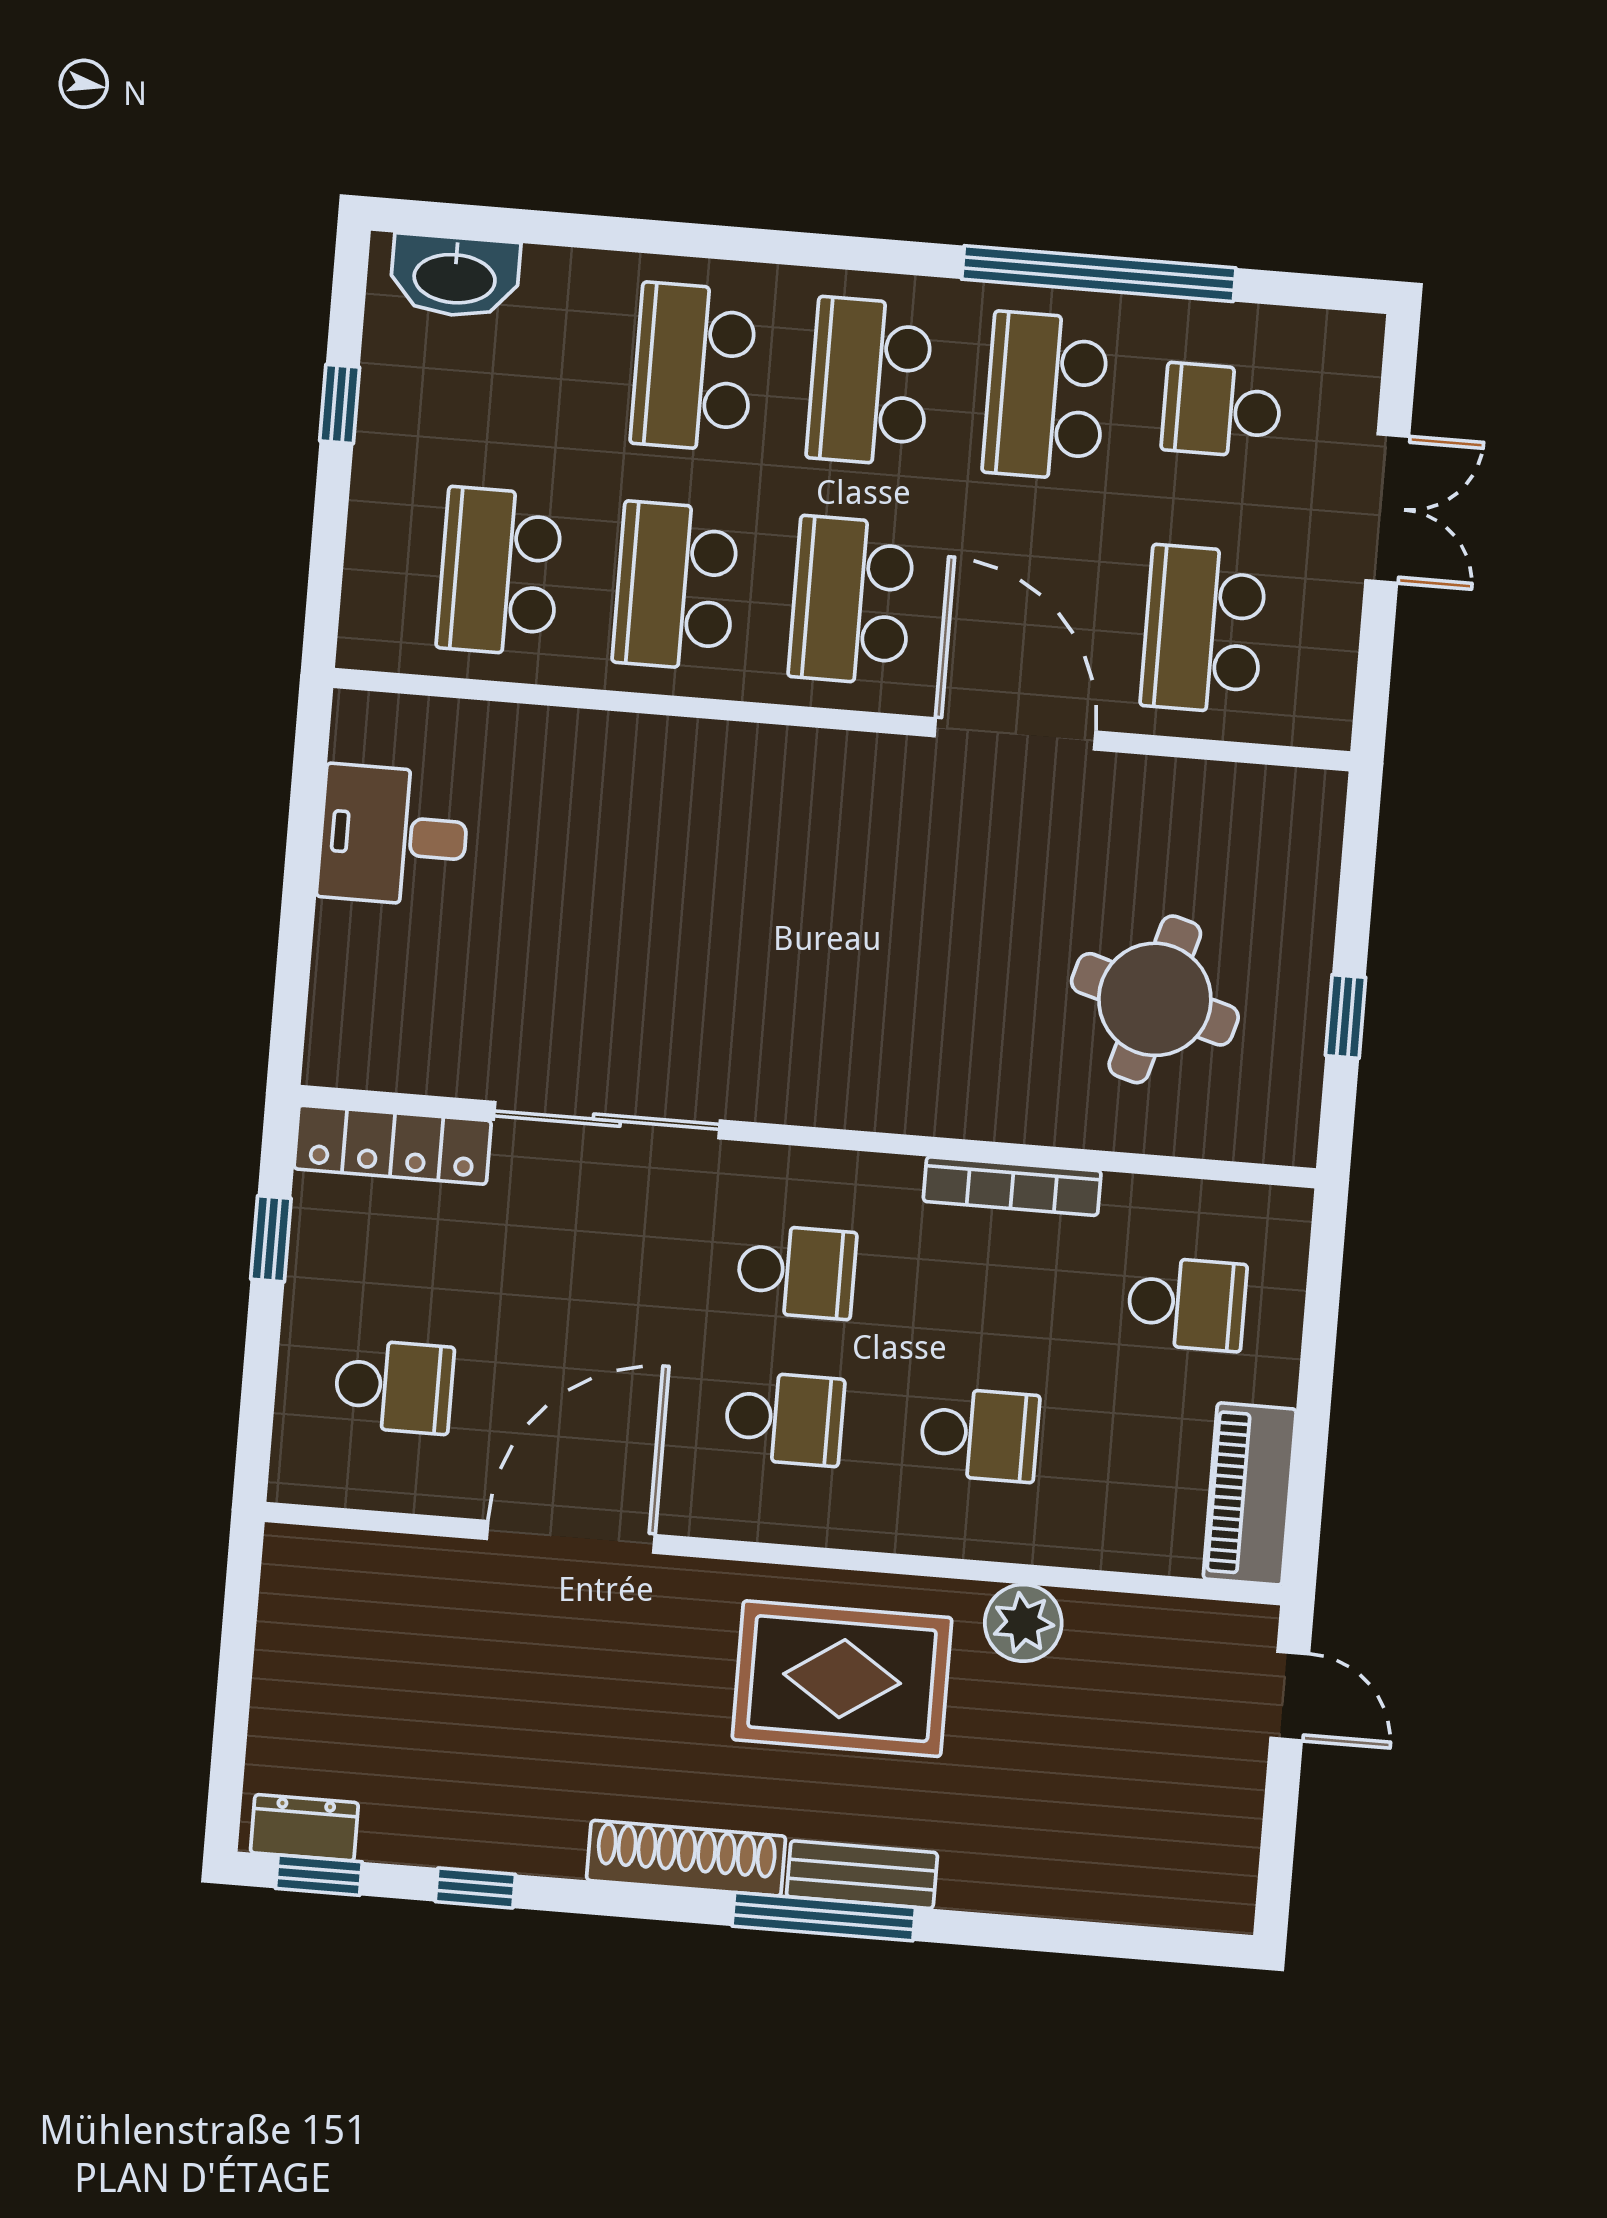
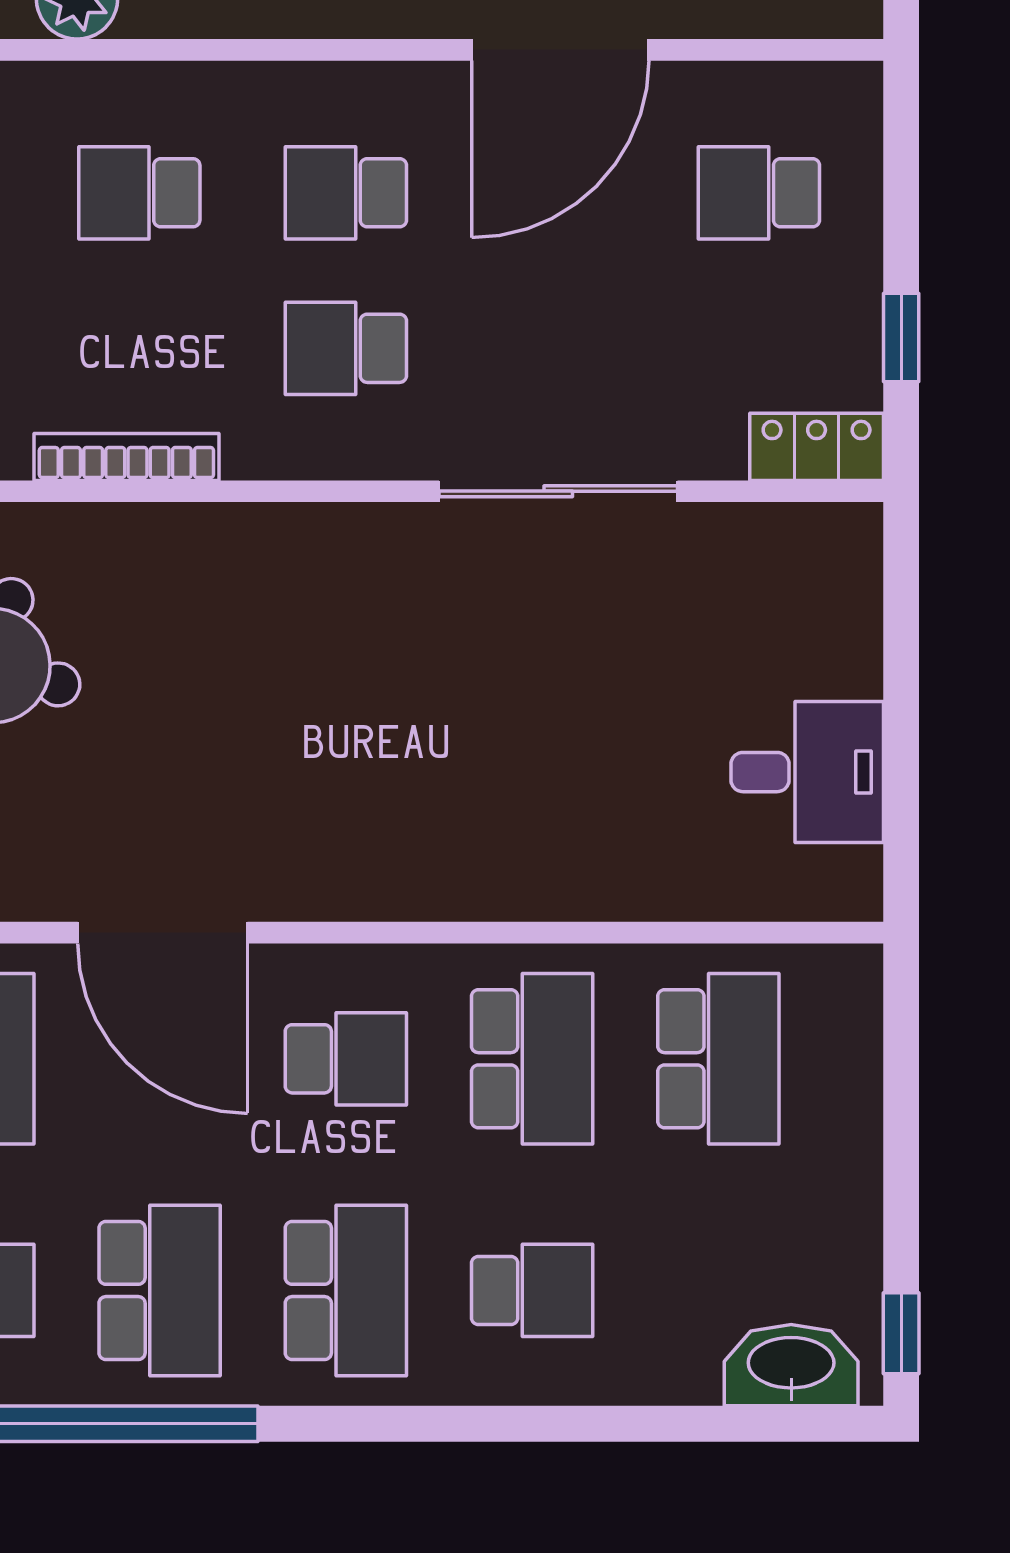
school desk: (694, 367) -> (532, 1290), width x0.54
window: (340, 404) -> (901, 1333), moved
school desk: (852, 600) -> (346, 1059), width x0.54
locker: (393, 1145) -> (817, 447), width x0.66

